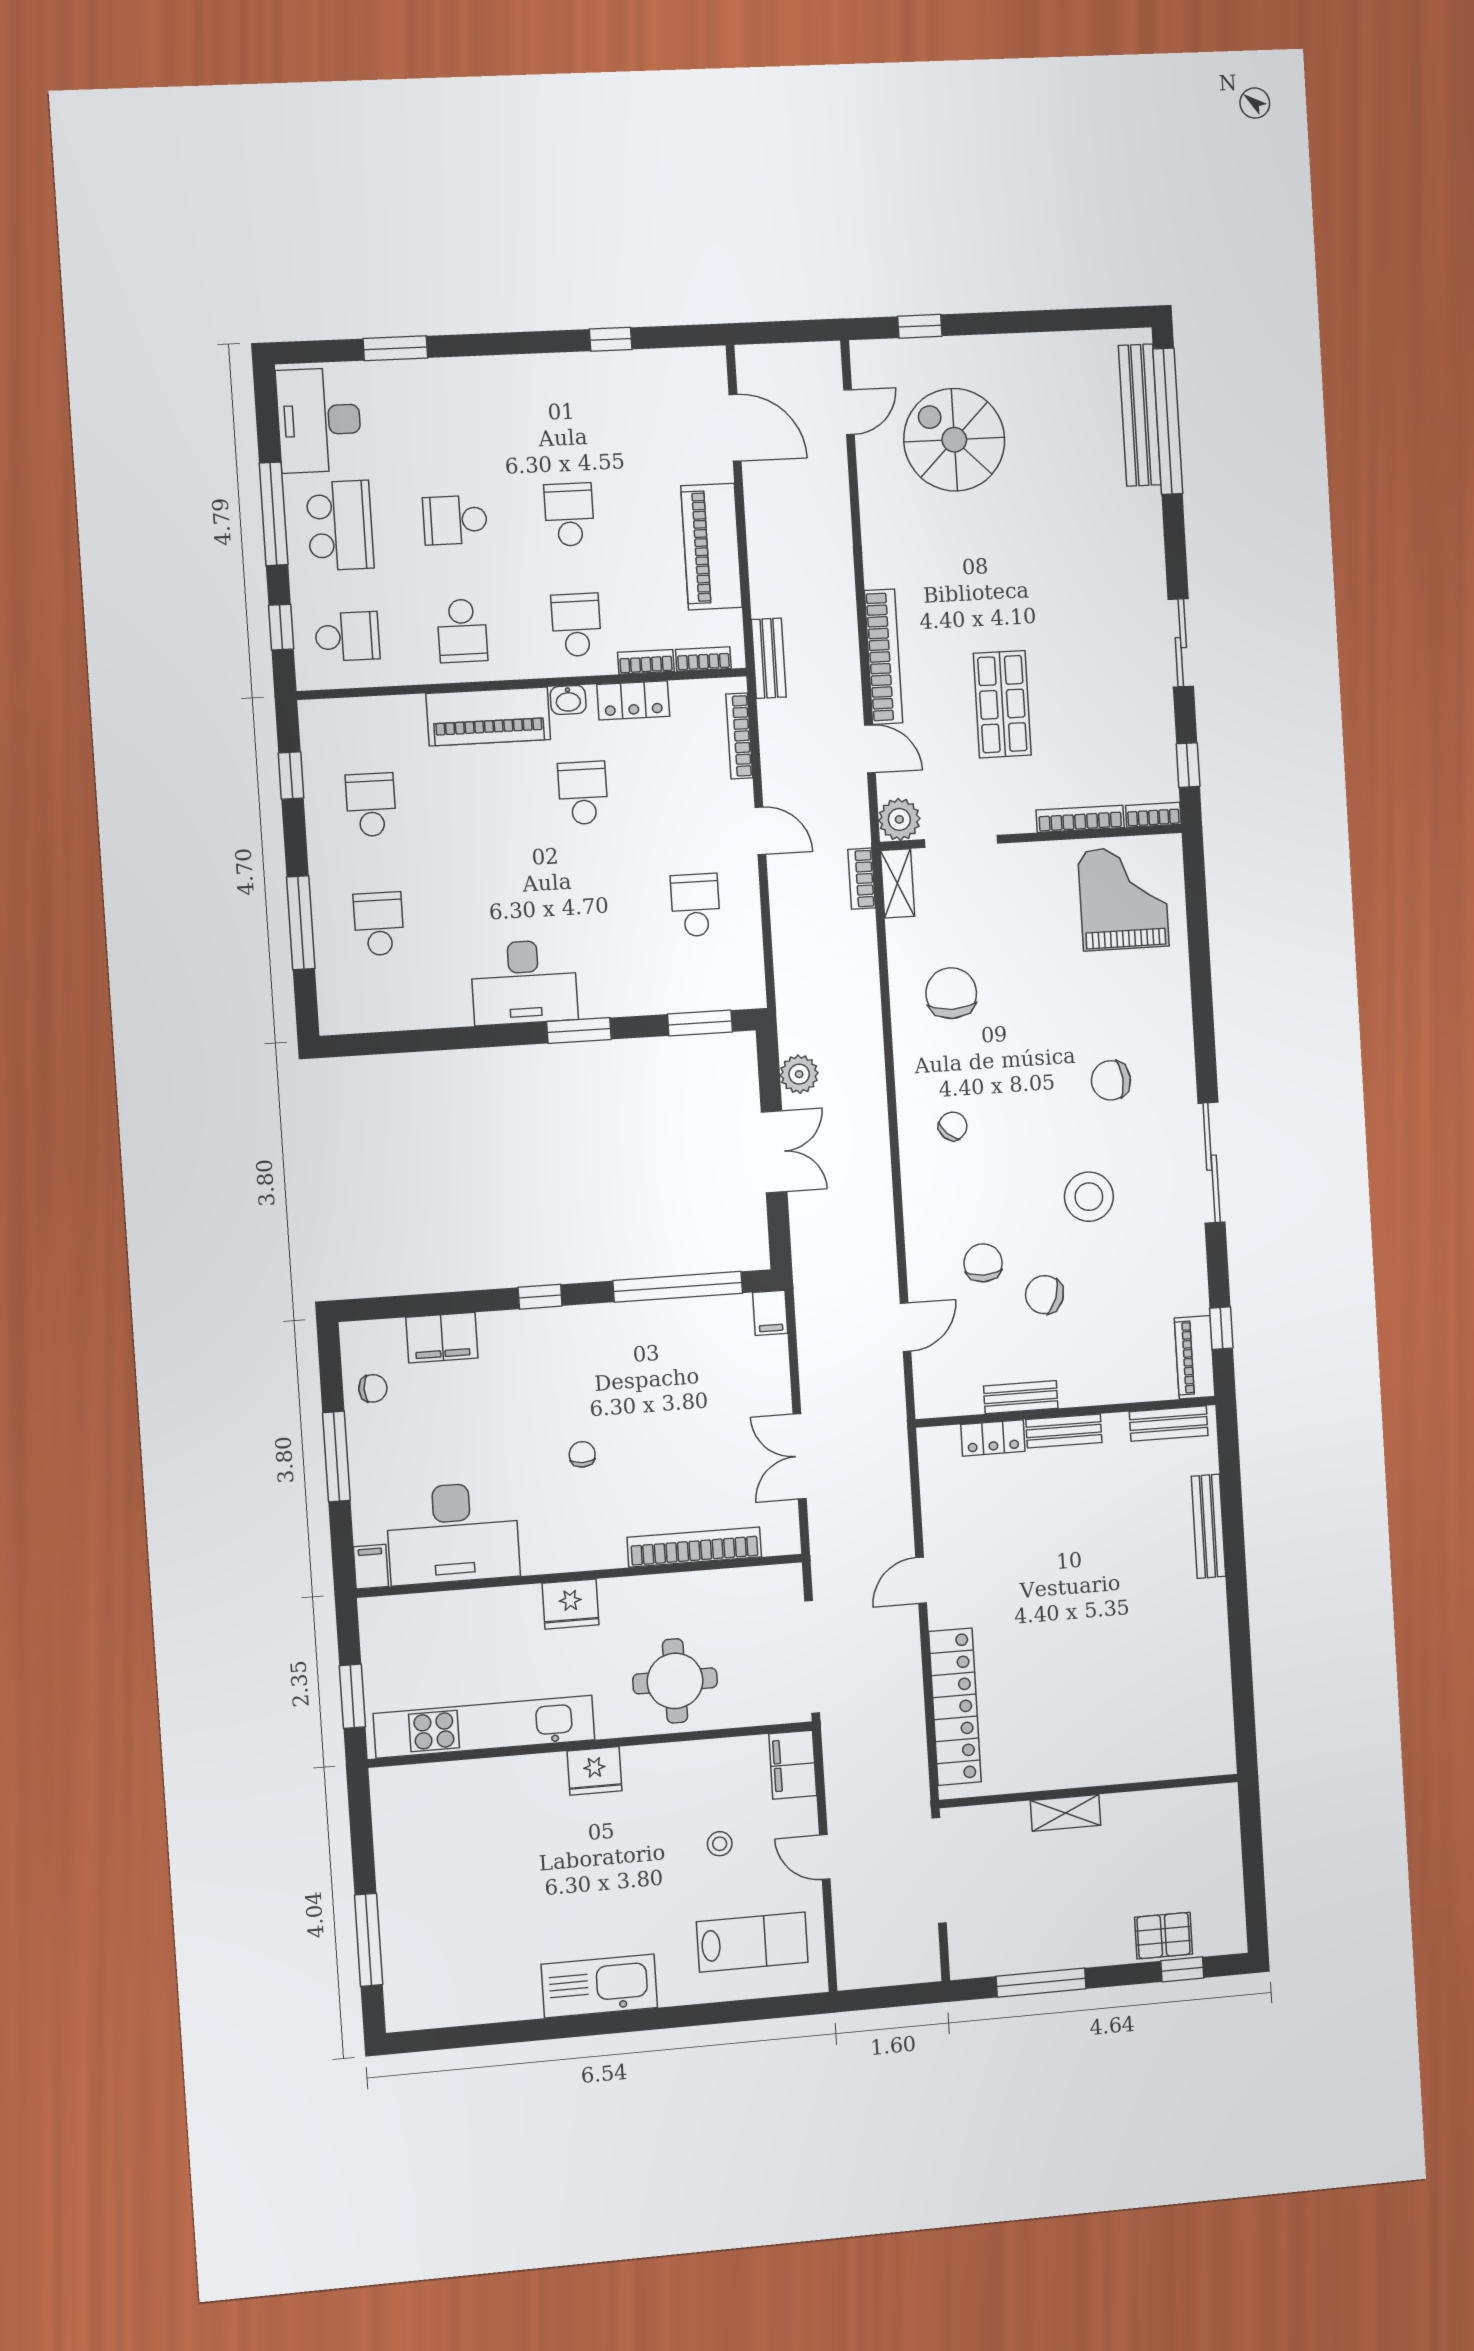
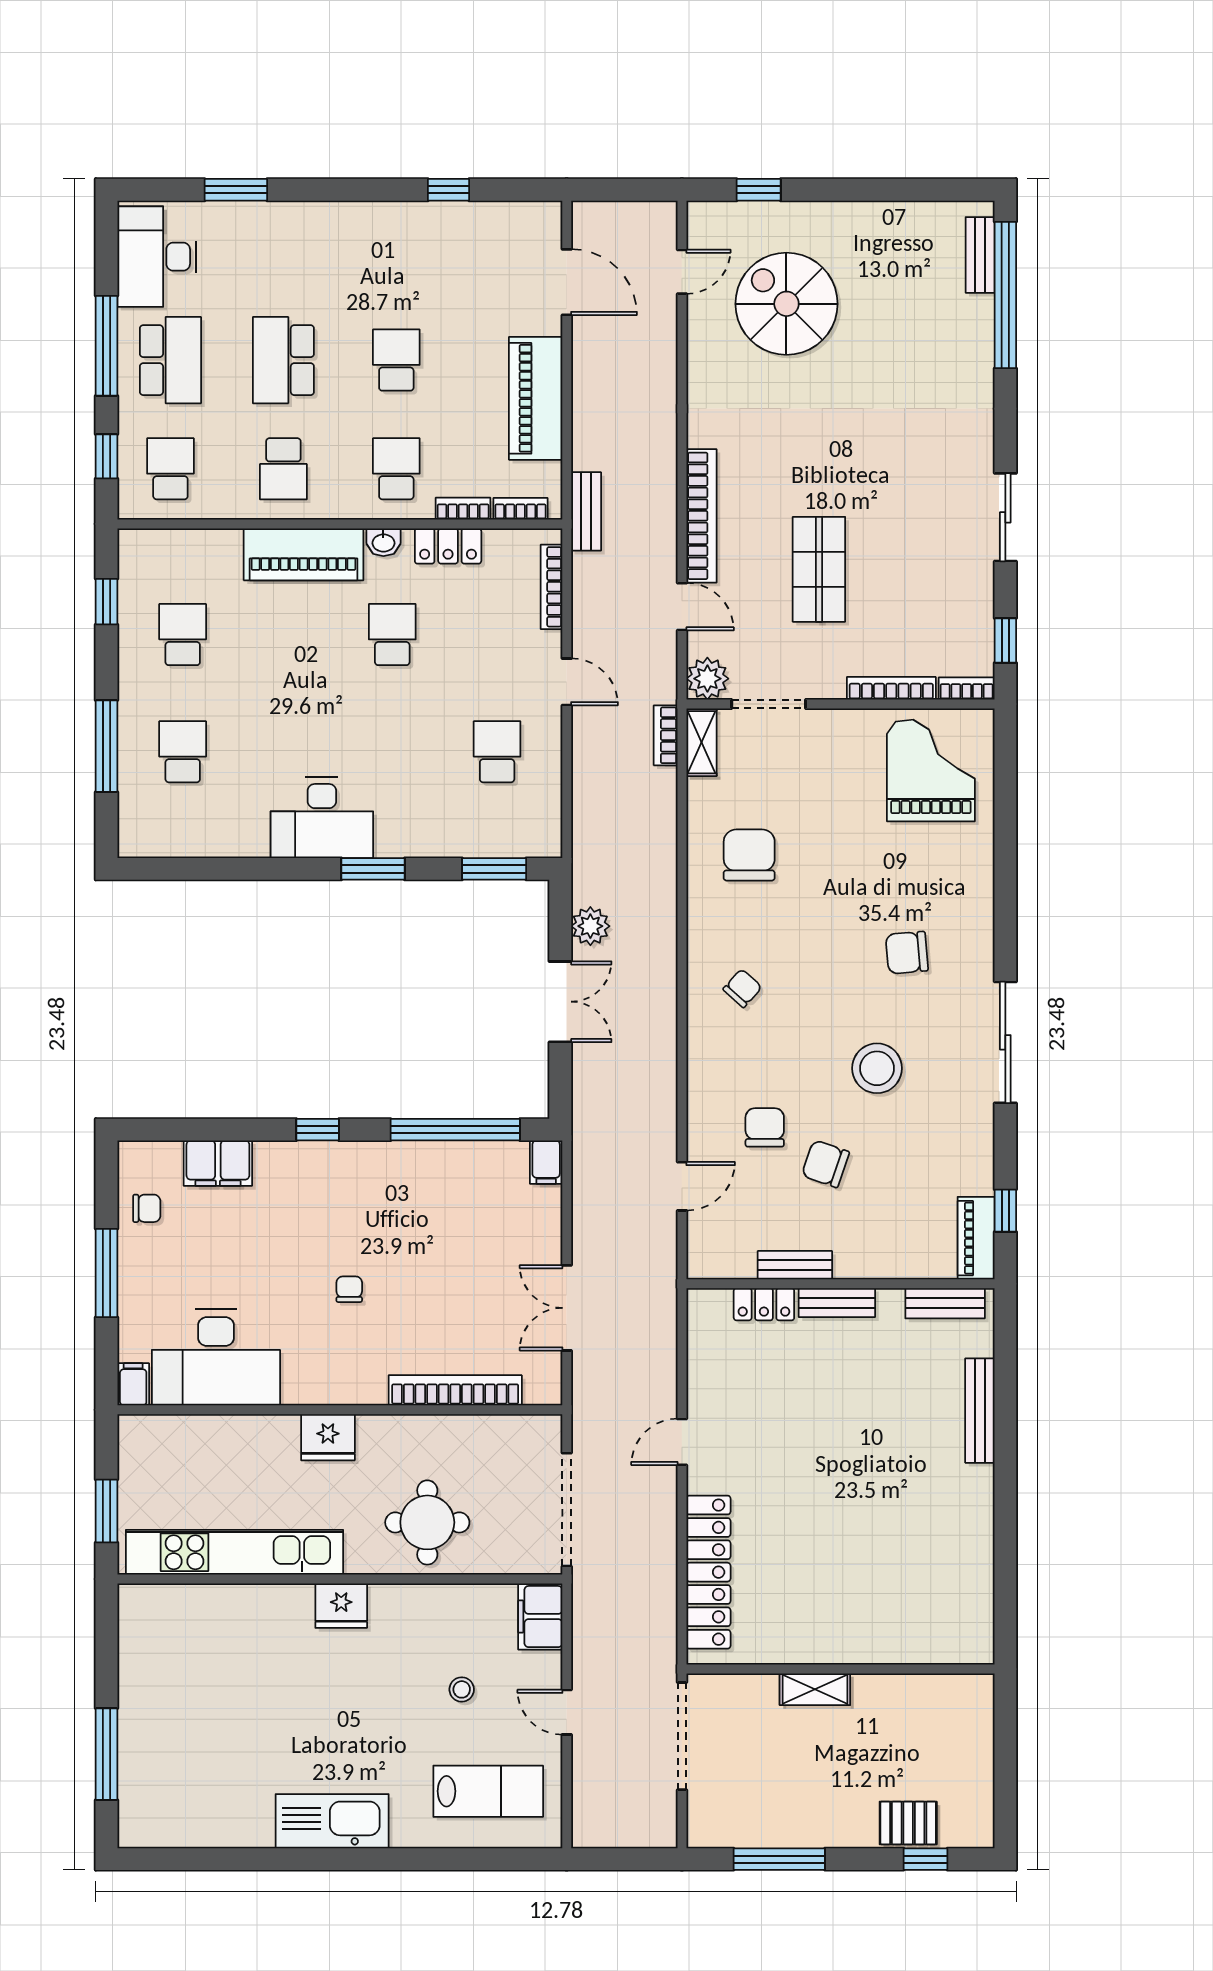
bench: (1140, 415) -> (980, 255), width x0.54, depth x0.82
school desk: (455, 520) -> (283, 360), width x1.85
school desk: (347, 637) -> (170, 469), turned -90

